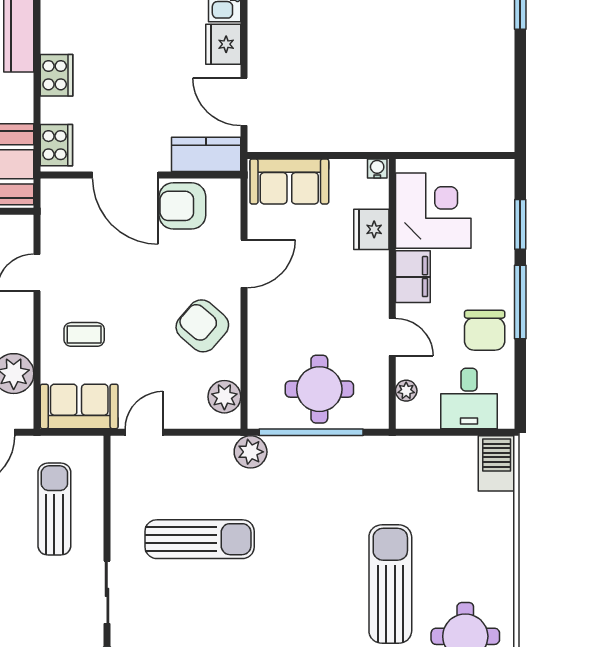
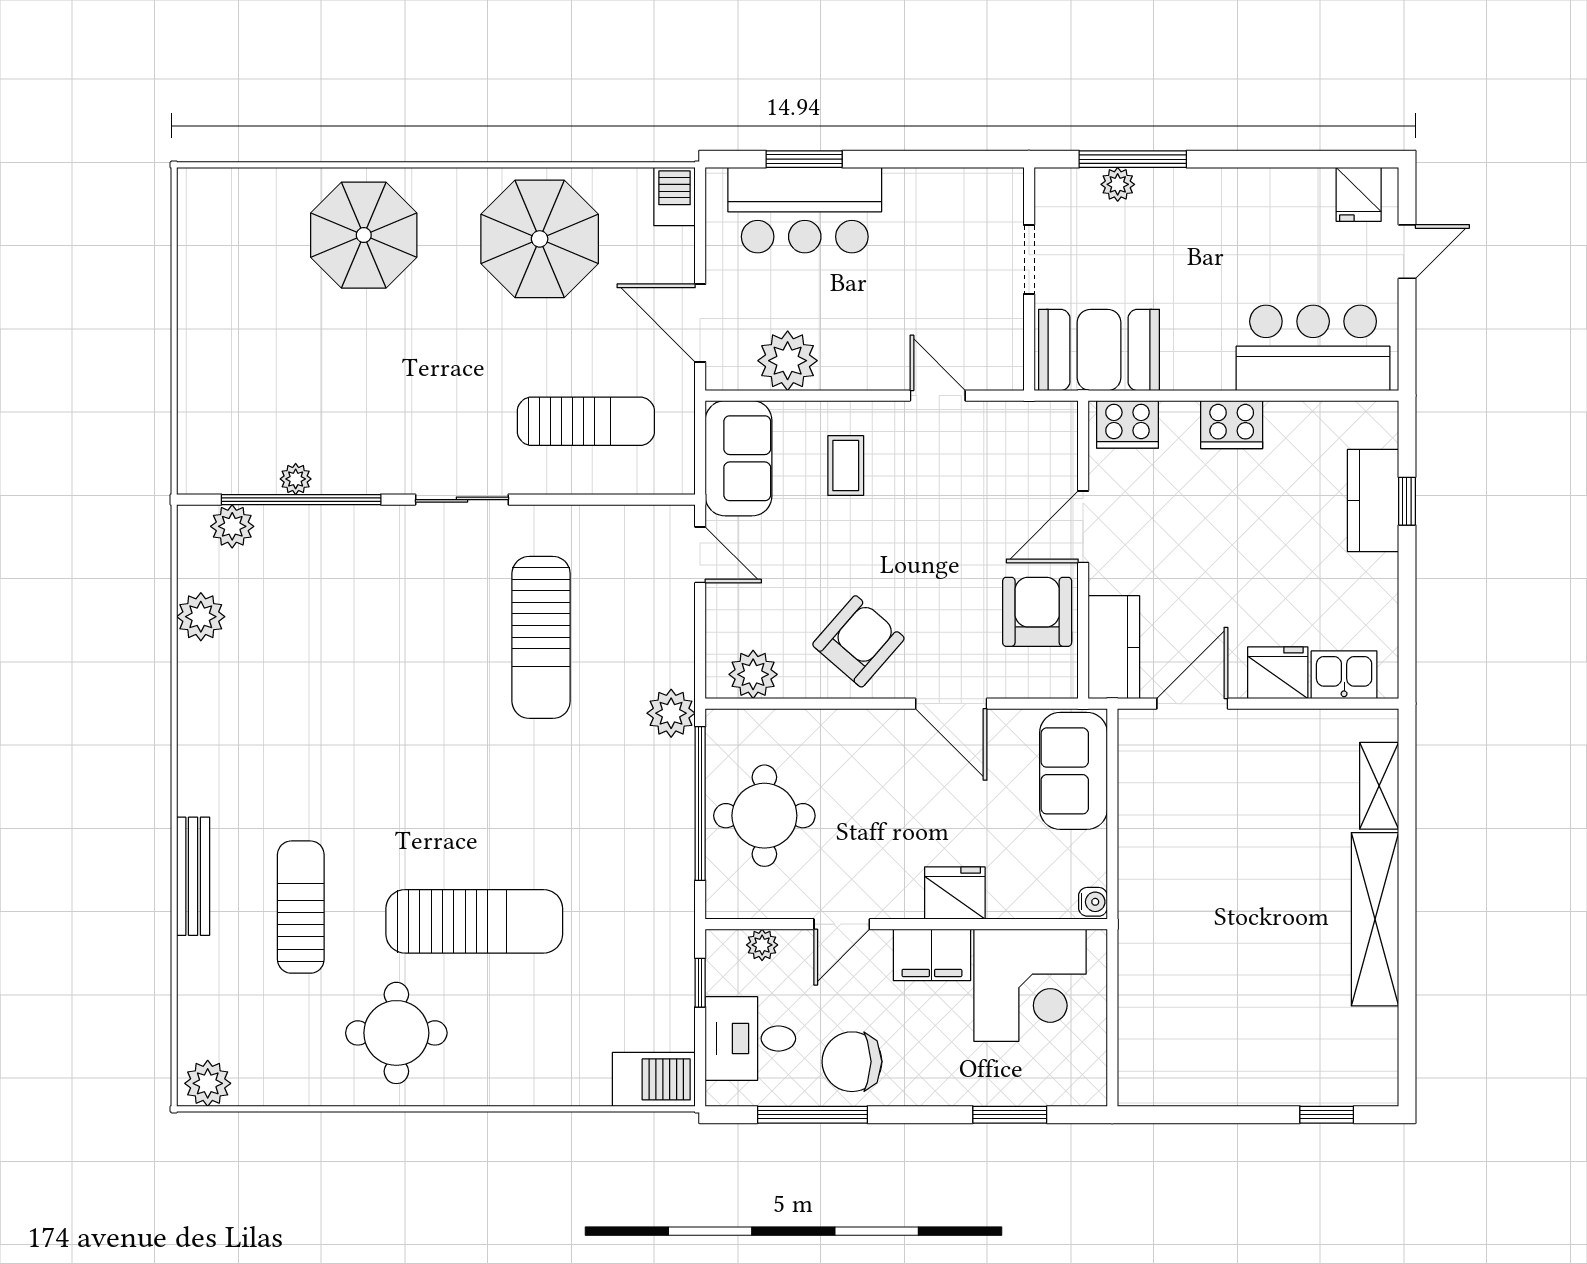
door: (125, 175) -> (1083, 527), width x0.73
fridge: (371, 229) -> (955, 893), moved
window: (520, 302) -> (812, 1115), moved
window: (432, 432) -> (700, 983), added

